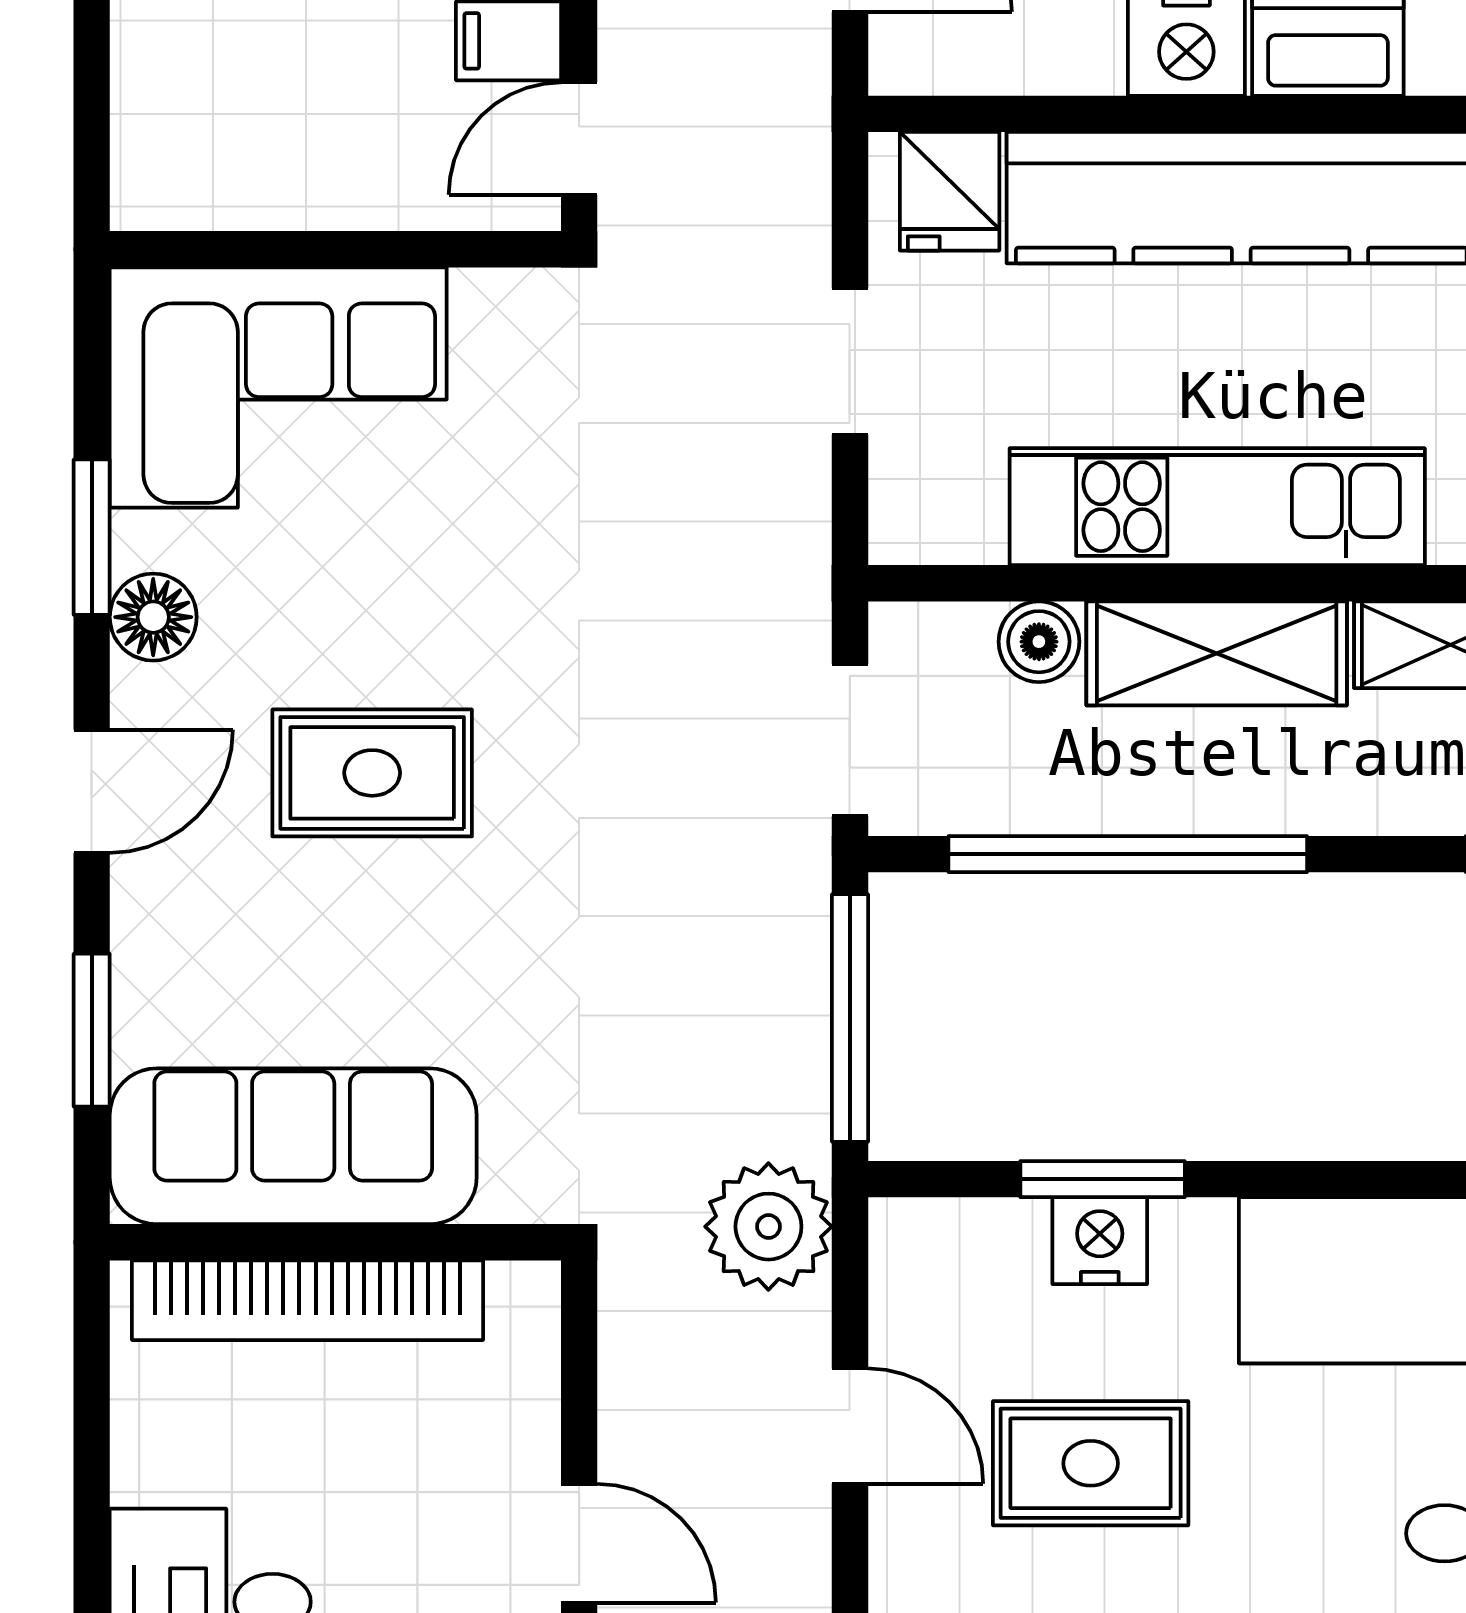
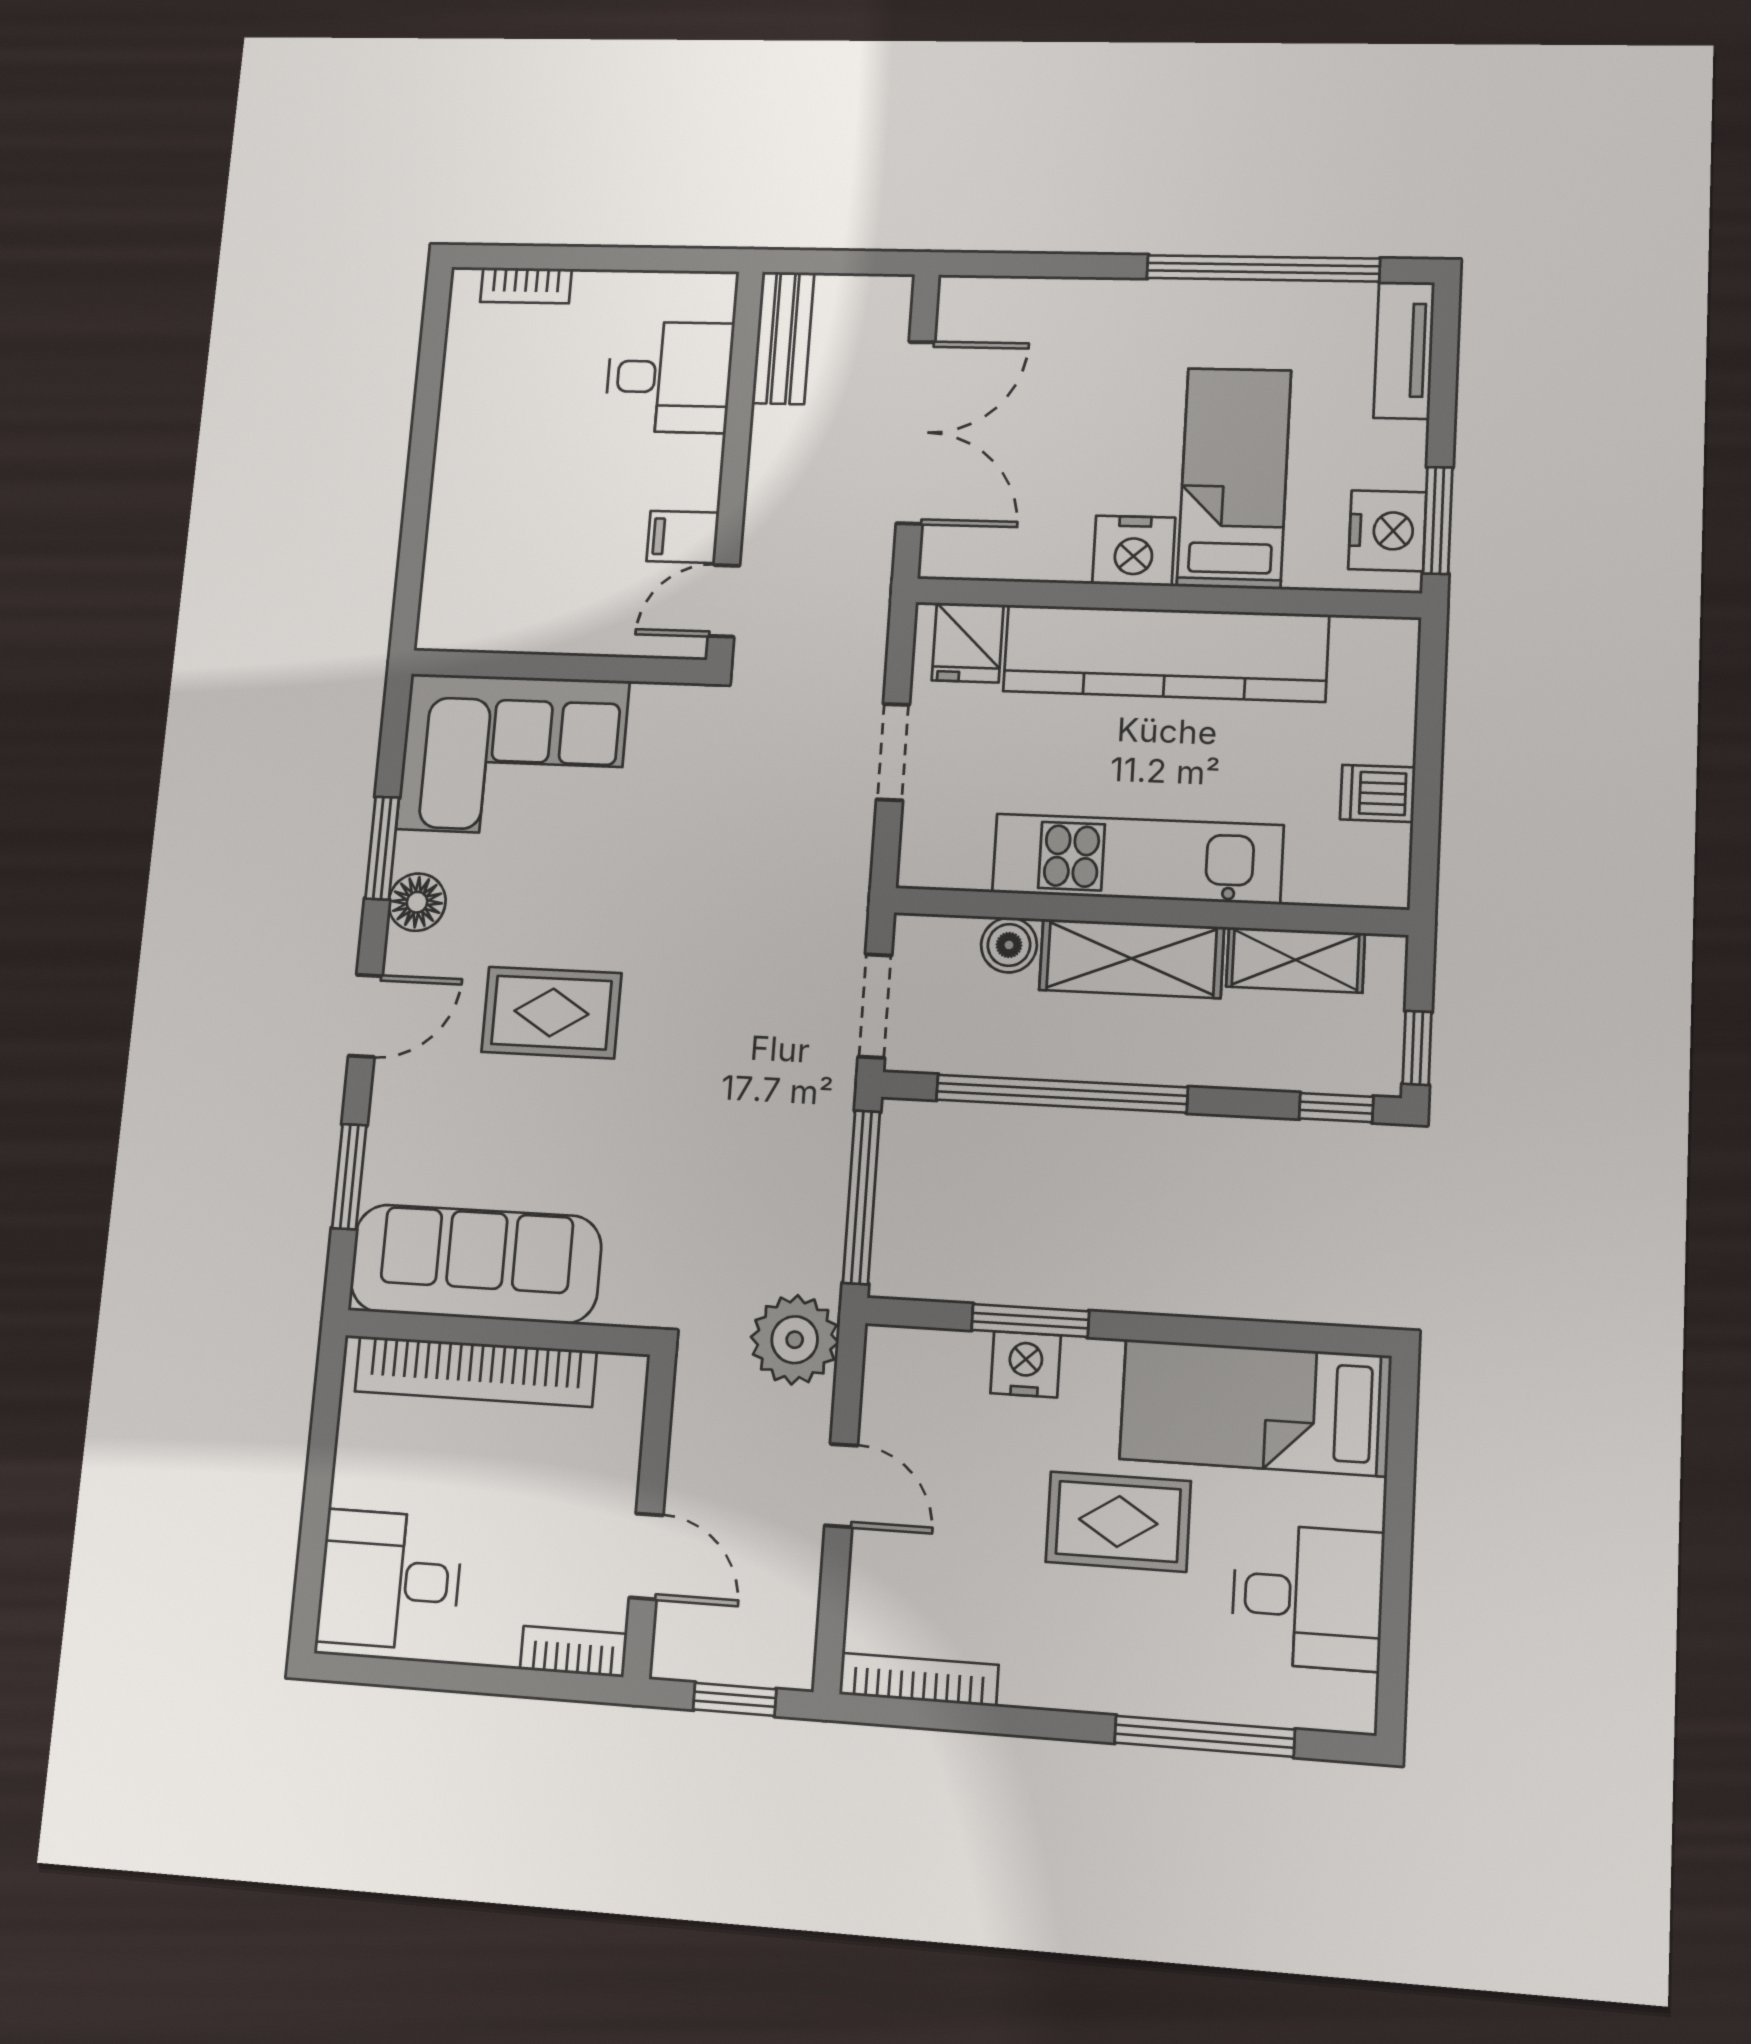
rug: (1091, 1463) -> (1118, 1522), moved

